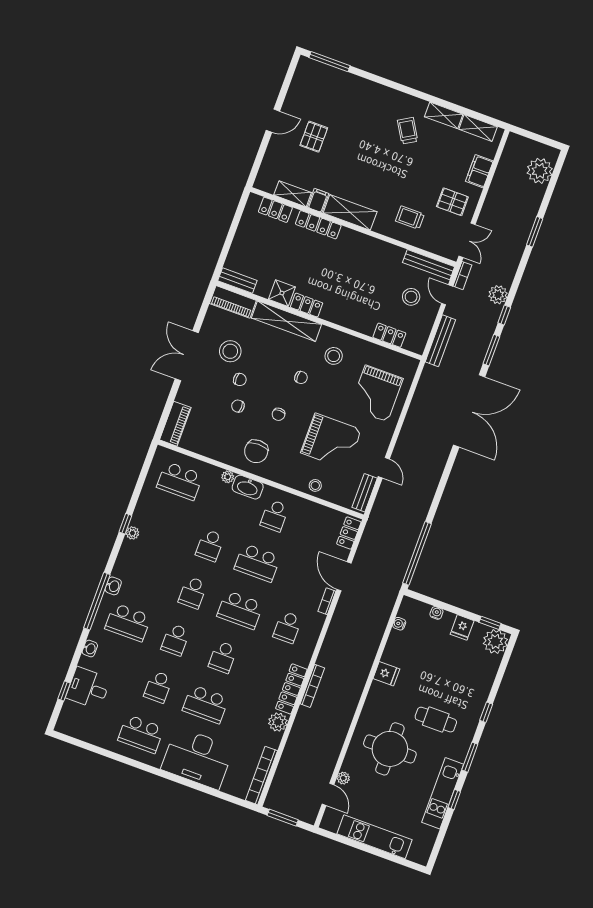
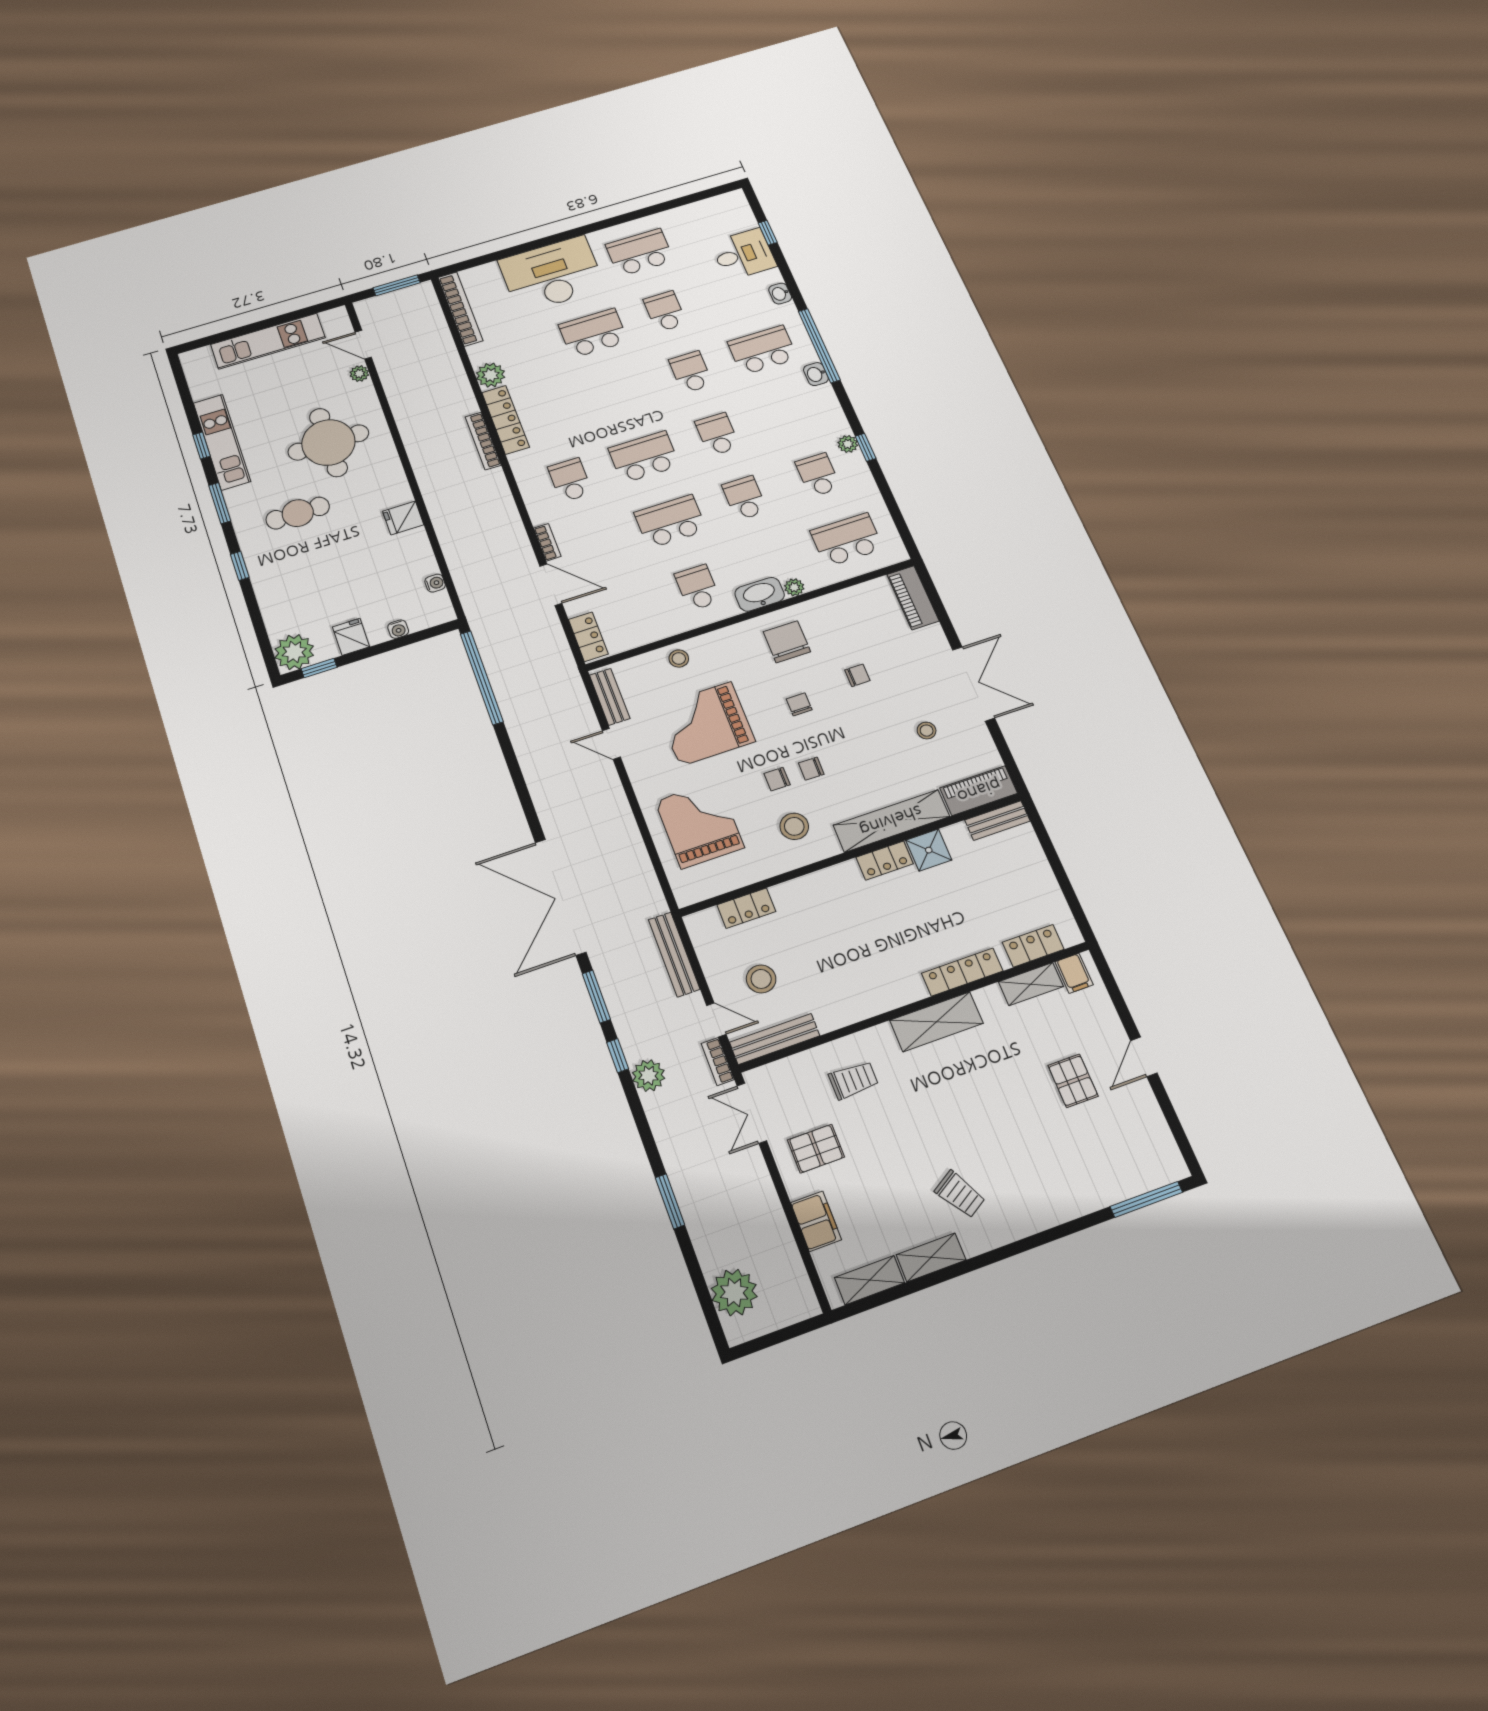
filing cabinet: (318, 200) -> (1074, 973), moved
stool: (230, 351) -> (927, 731), width x0.53, depth x0.53
chair: (240, 380) -> (777, 779), moved
school desk: (223, 657) -> (818, 475), moved

